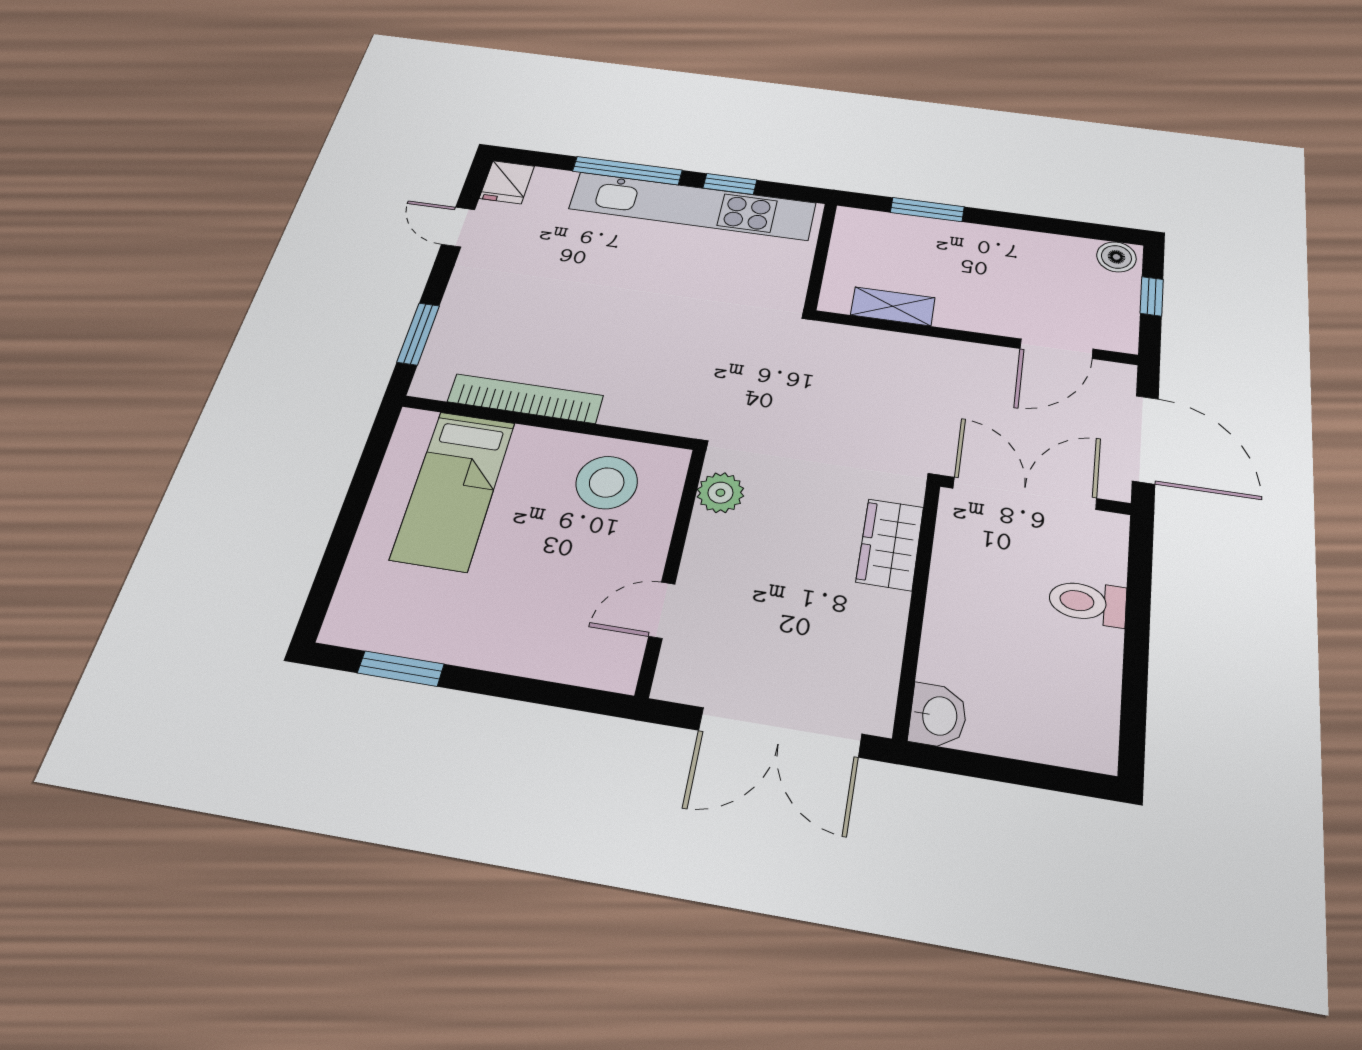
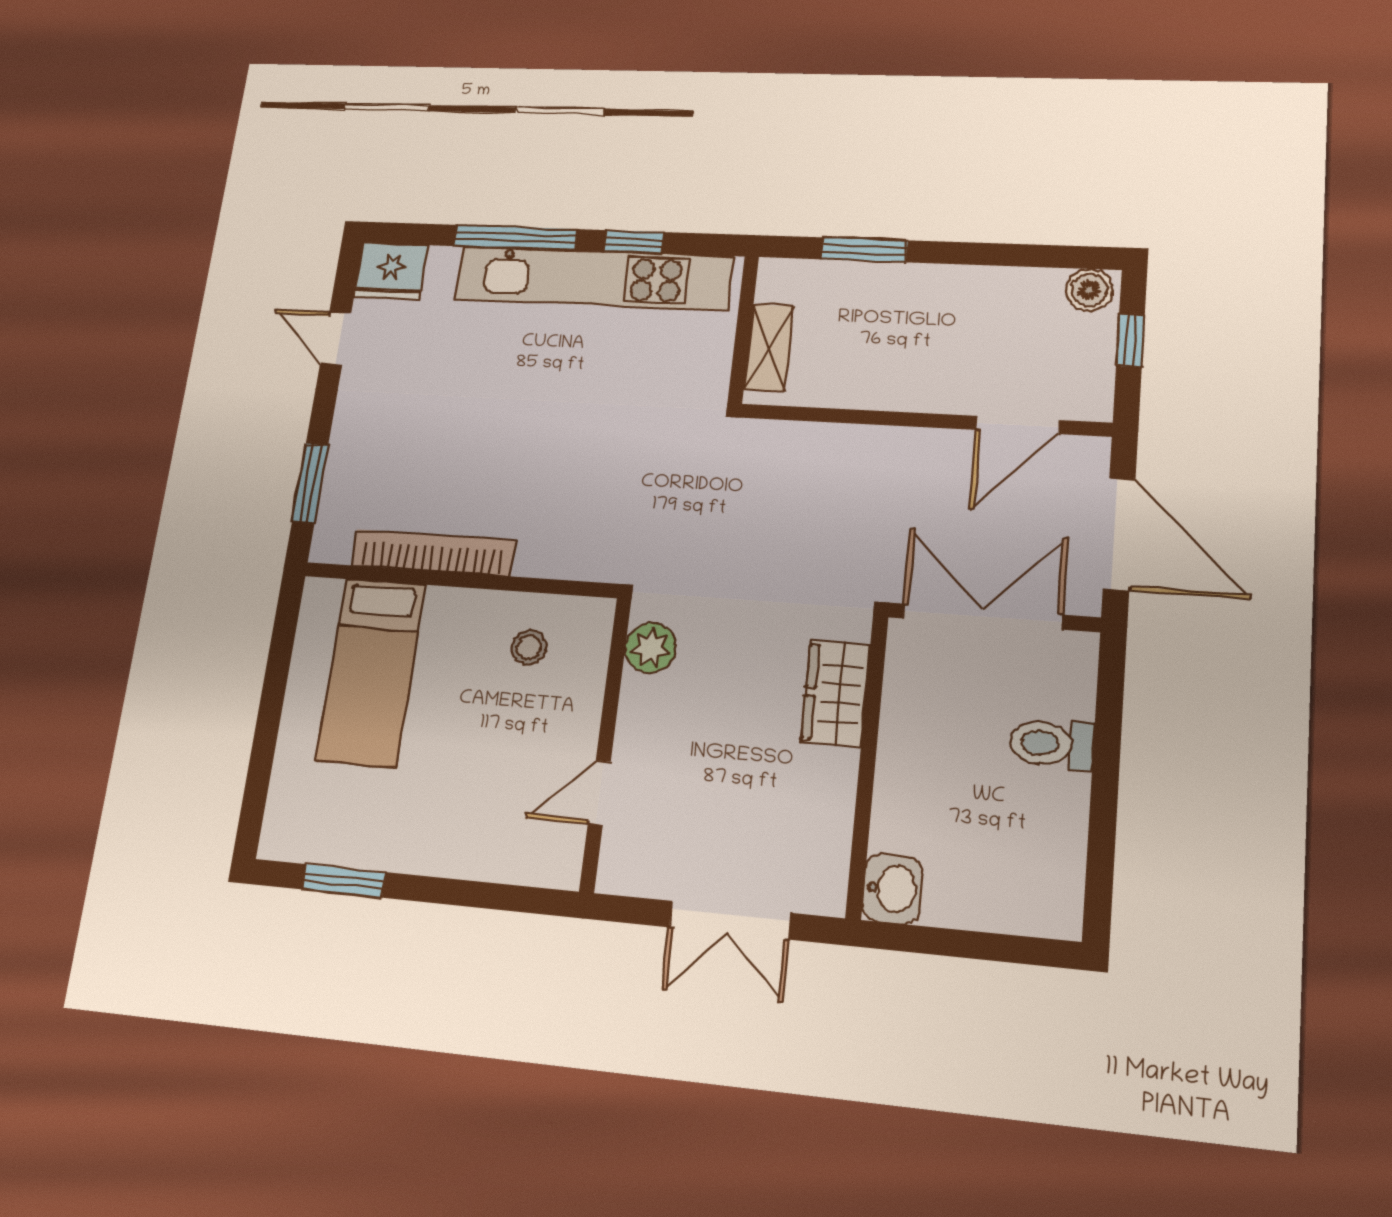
fridge: (507, 182) -> (391, 271), width x1.38
shelving: (893, 306) -> (769, 348), moved, turned 90
stool: (607, 482) -> (529, 647), width x0.53, depth x0.53
double door: (780, 732) -> (730, 920), width x0.73

